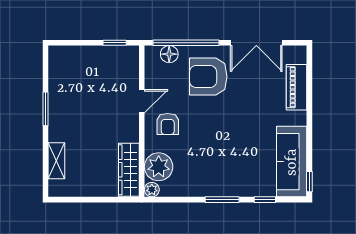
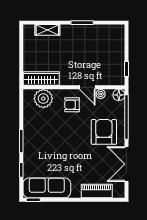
floor lamp: (169, 54) -> (119, 95), moved
plant: (152, 190) -> (101, 94), moved

